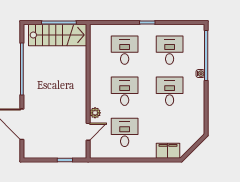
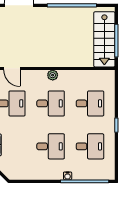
plant: (95, 113) -> (53, 75), moved

